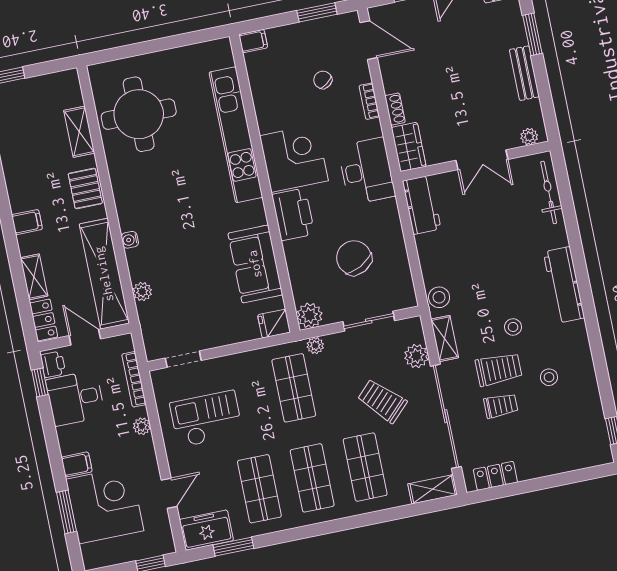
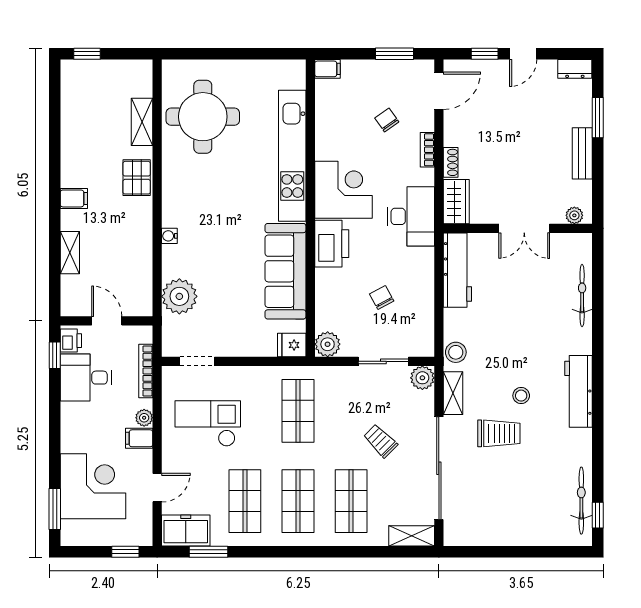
door: (369, 40) -> (439, 91), hinge flipped
bicycle: (549, 192) -> (582, 295), moved
workbench: (422, 205) -> (457, 270), width x1.38
chair: (354, 258) -> (382, 298), width x0.54, depth x0.54
sofa: (255, 264) -> (285, 271), width x1.36
shelving: (104, 274) -> (138, 263), removed
workbench: (564, 285) -> (578, 391), moved
plant: (142, 292) -> (179, 296), width x1.88, depth x1.88
locker: (44, 320) -> (71, 296), removed
plant: (315, 345) -> (327, 374), removed
plant: (416, 356) -> (422, 378), moved
stool: (549, 377) -> (546, 451), removed
trolley: (382, 401) -> (380, 441), width x0.73, depth x0.72
trolley: (501, 406) -> (494, 469), removed
bicycle: (594, 419) -> (581, 501), added
filing cabinet: (77, 464) -> (139, 438), moved, turned 180
locker: (495, 476) -> (475, 535), removed
window: (66, 512) -> (55, 509), moved

